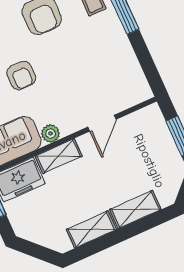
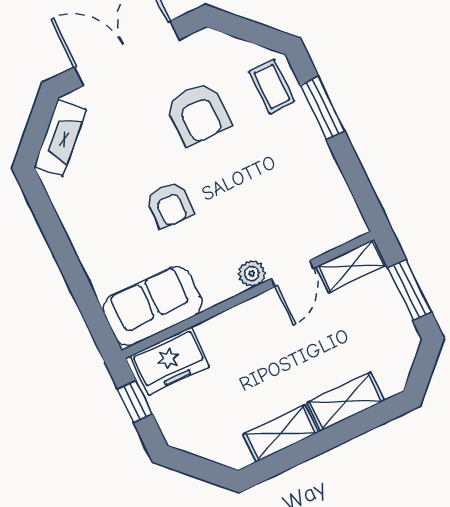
plant: (50, 134) -> (252, 274), moved
shelving: (59, 156) -> (351, 266), moved

